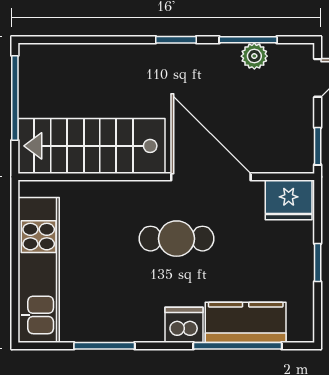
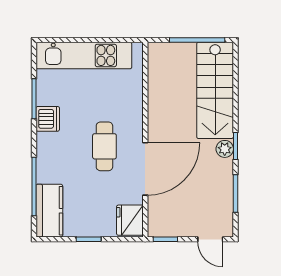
plant: (254, 56) -> (225, 149), moved
stairs: (91, 146) -> (215, 90), moved, turned 180
kitchen counter: (246, 322) -> (49, 211), moved
dishwasher: (184, 325) -> (48, 119), moved

